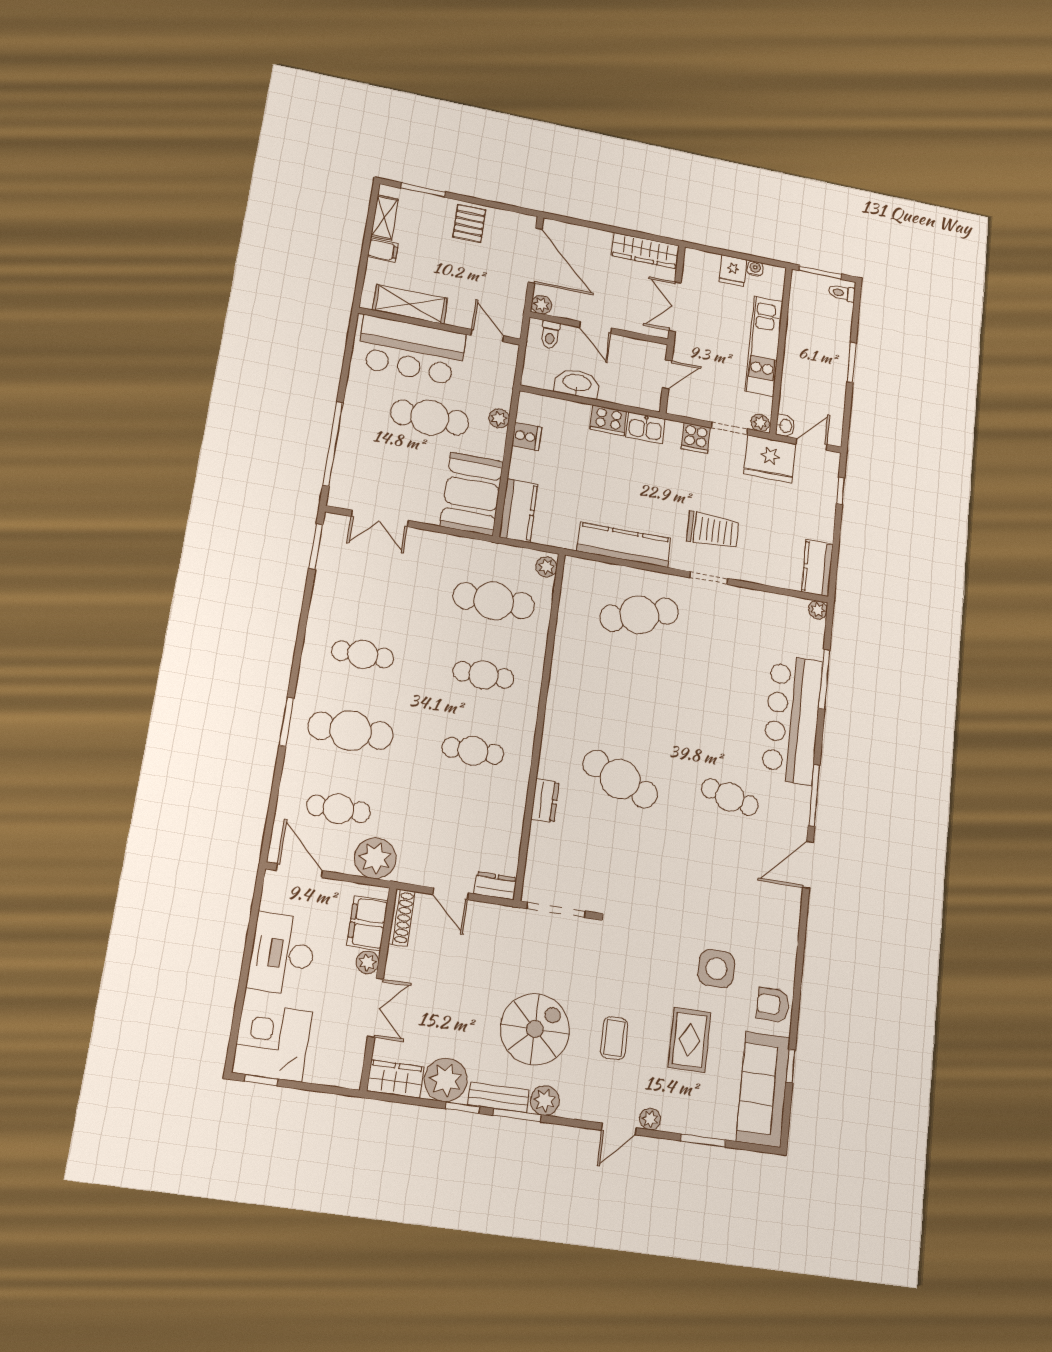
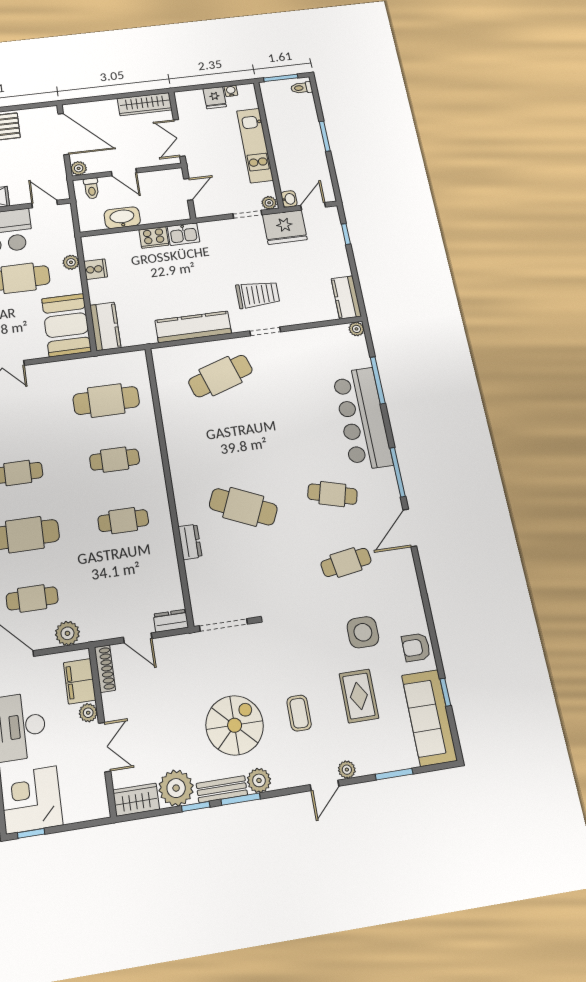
cooker: (696, 438) -> (224, 230), removed
plant: (546, 567) -> (139, 362), removed
plant: (375, 858) -> (67, 633), width x0.73, depth x0.73
cafe table: (721, 882) -> (346, 562), added

